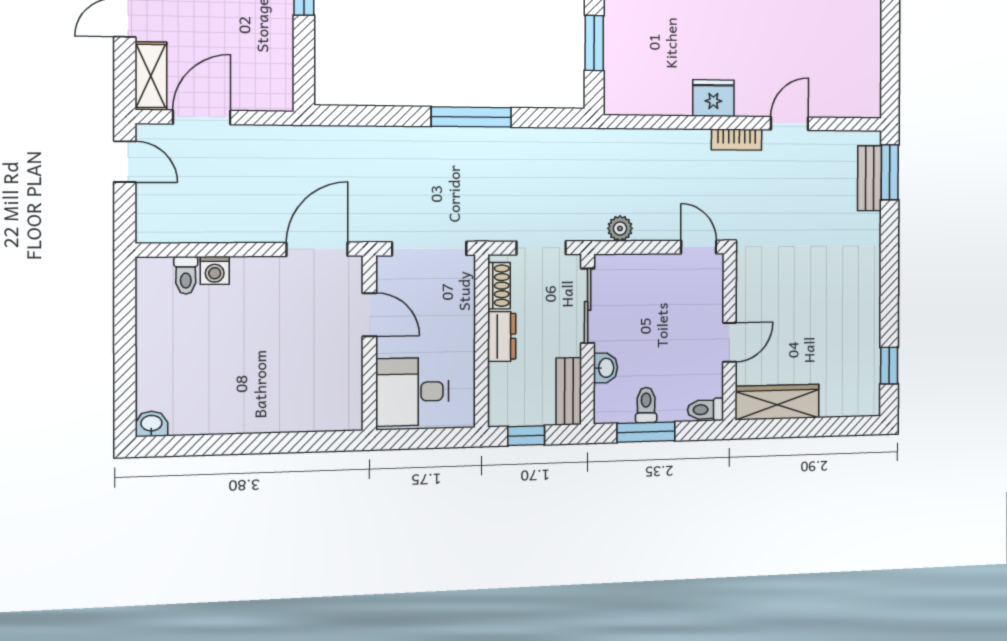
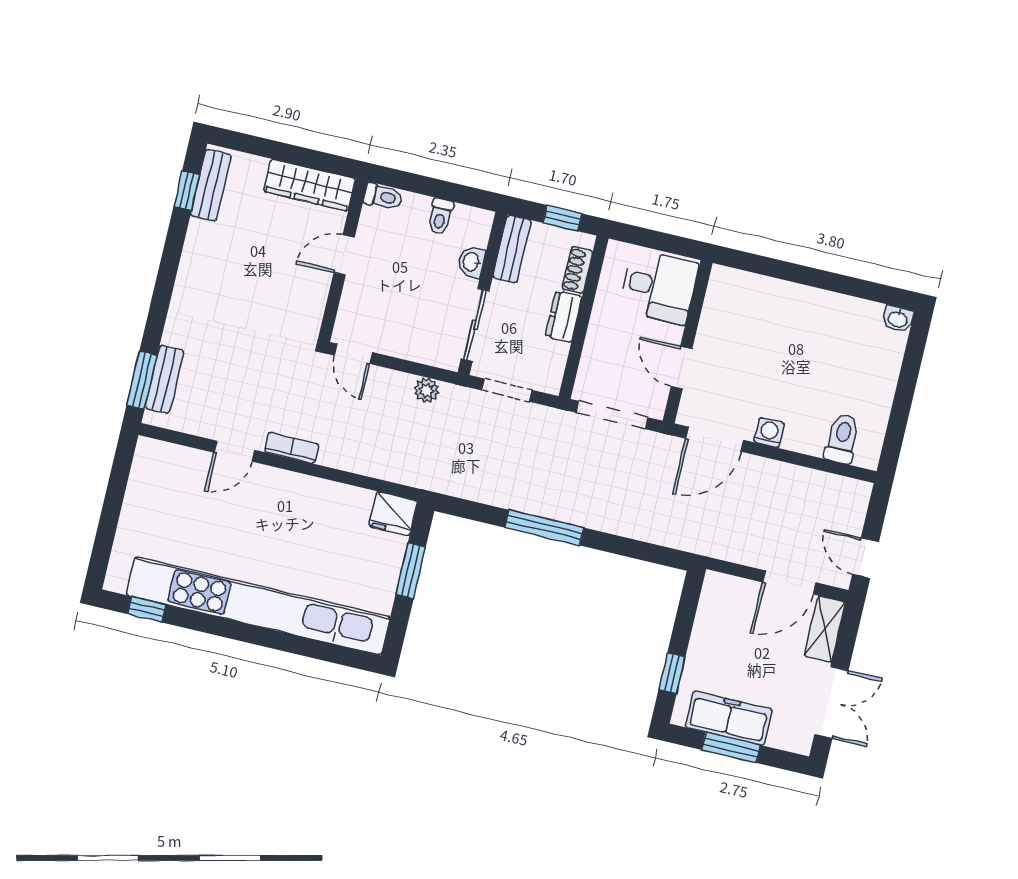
fridge: (713, 98) -> (393, 514), moved
washing machine: (215, 270) -> (769, 432), moved
toilet: (186, 275) -> (842, 438), width x1.37, depth x1.39
shoe rack: (499, 286) -> (577, 270), moved
bench: (868, 377) -> (211, 185), added
window: (646, 432) -> (446, 191), removed

